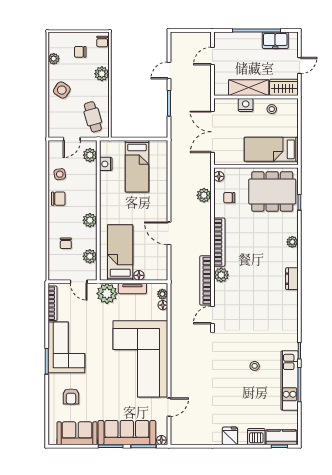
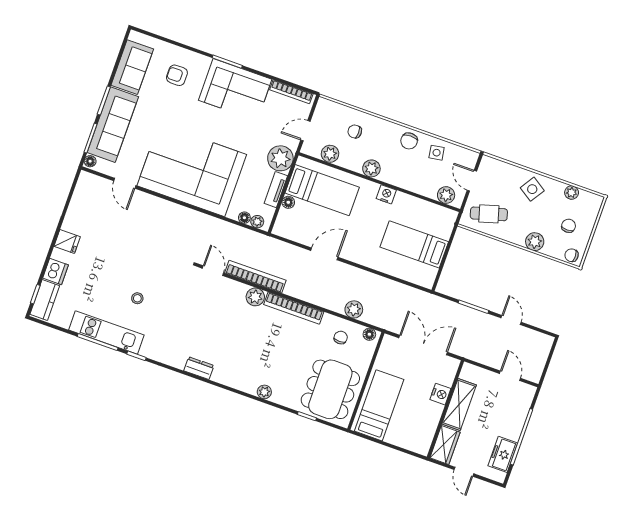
stool: (272, 109) -> (425, 422), removed
nightstand: (106, 164) -> (386, 194), moved
dresser: (292, 279) -> (199, 368), moved

